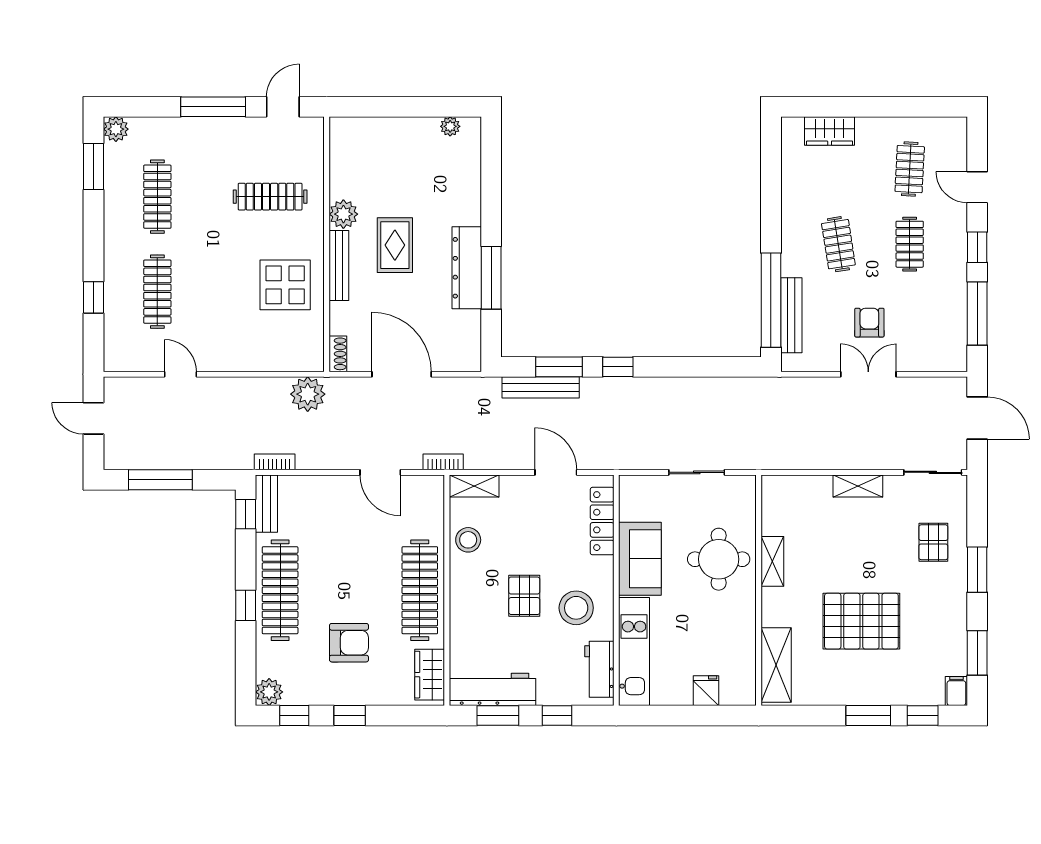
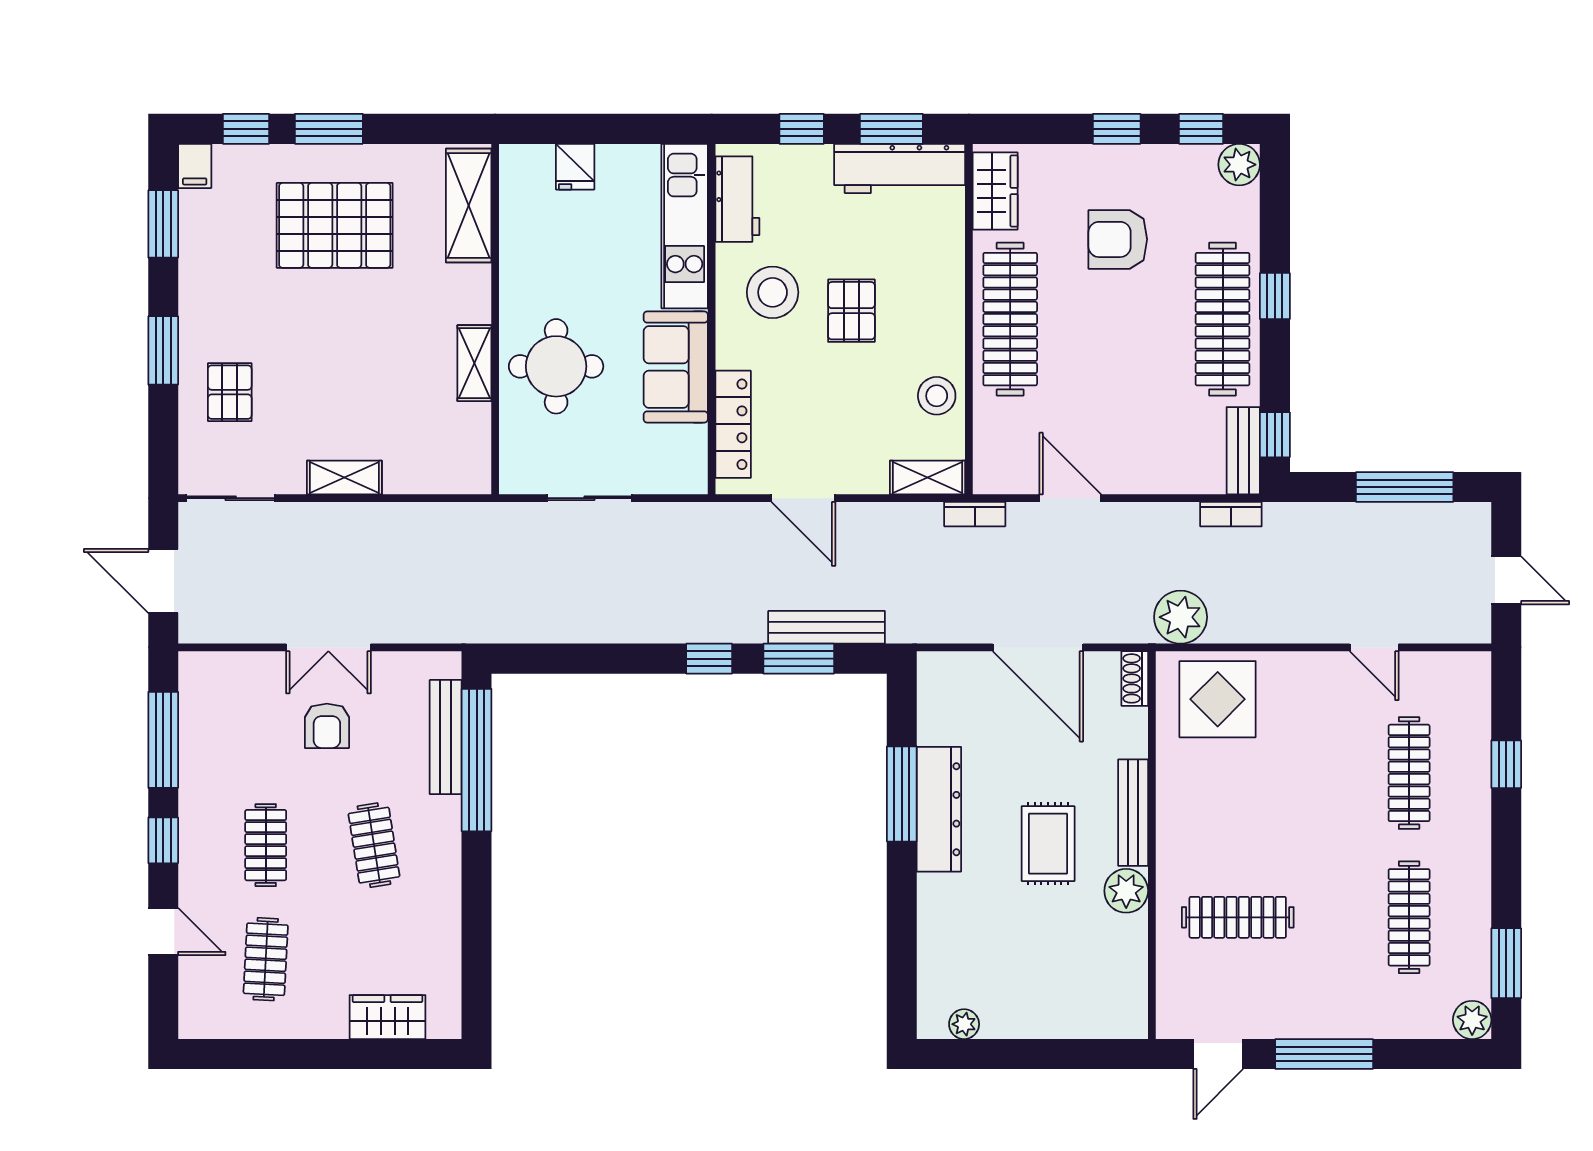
display table: (285, 285) -> (1218, 699), moved
pallet: (861, 621) -> (335, 225), moved

